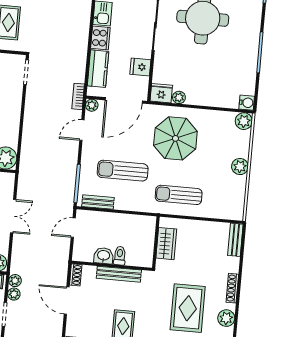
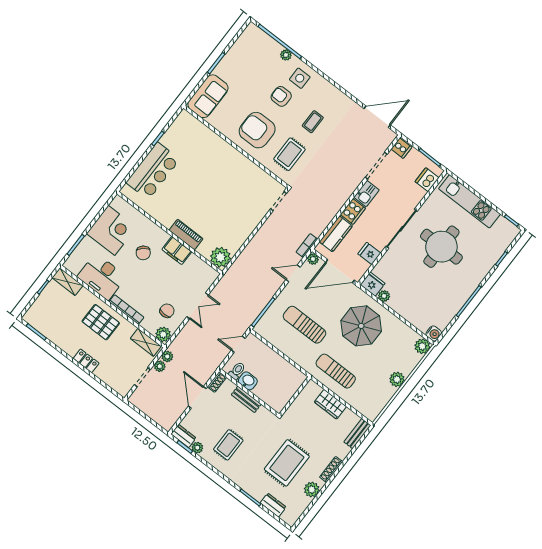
bench: (98, 202) -> (270, 337), removed
wardrobe: (166, 244) -> (330, 404), moved, turned 90
toilet: (120, 256) -> (237, 371), moved
bench: (119, 274) -> (246, 399), width x0.73

